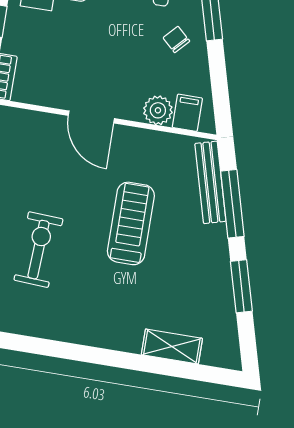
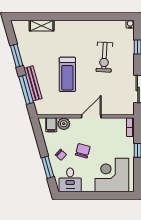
chair: (124, 40) -> (83, 151), added
door: (91, 117) -> (91, 116), hinge flipped
bench: (210, 182) -> (33, 83), moved

